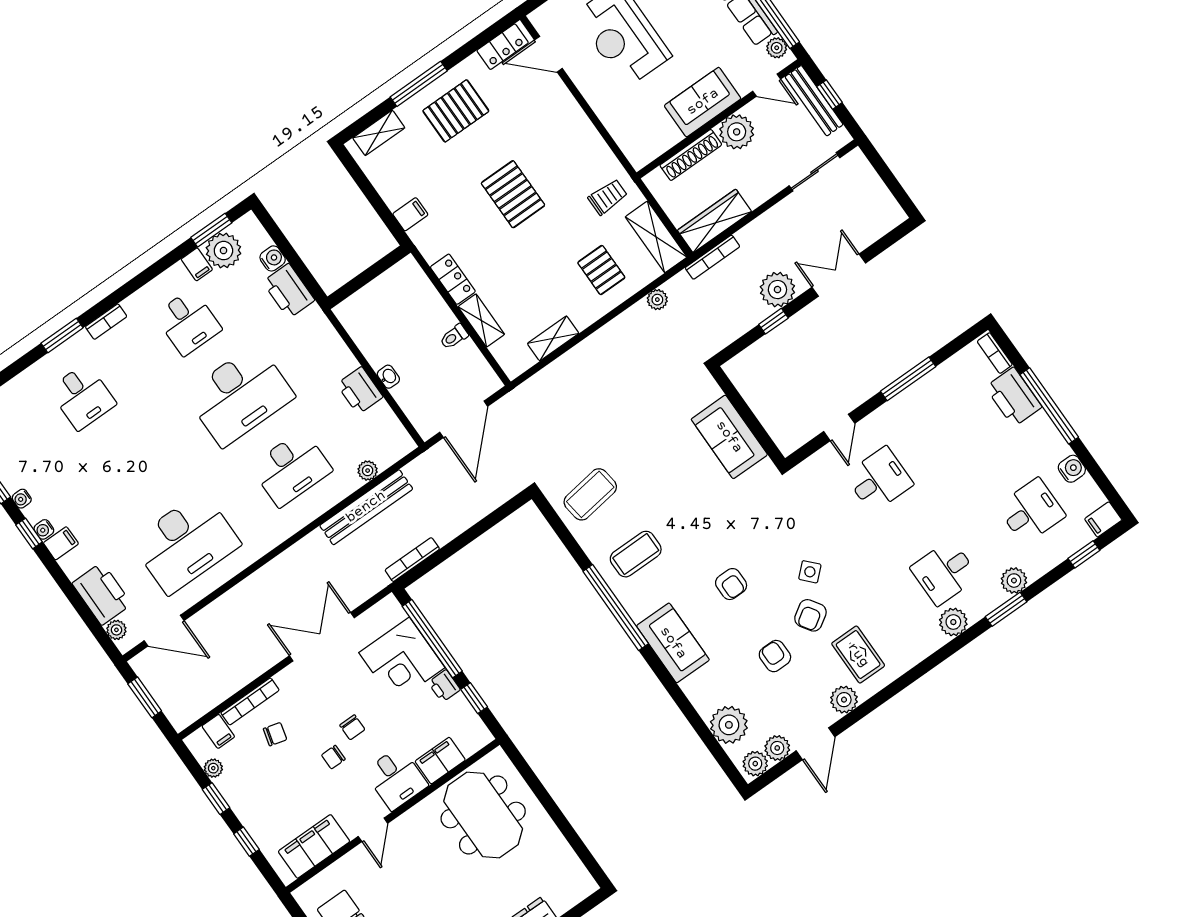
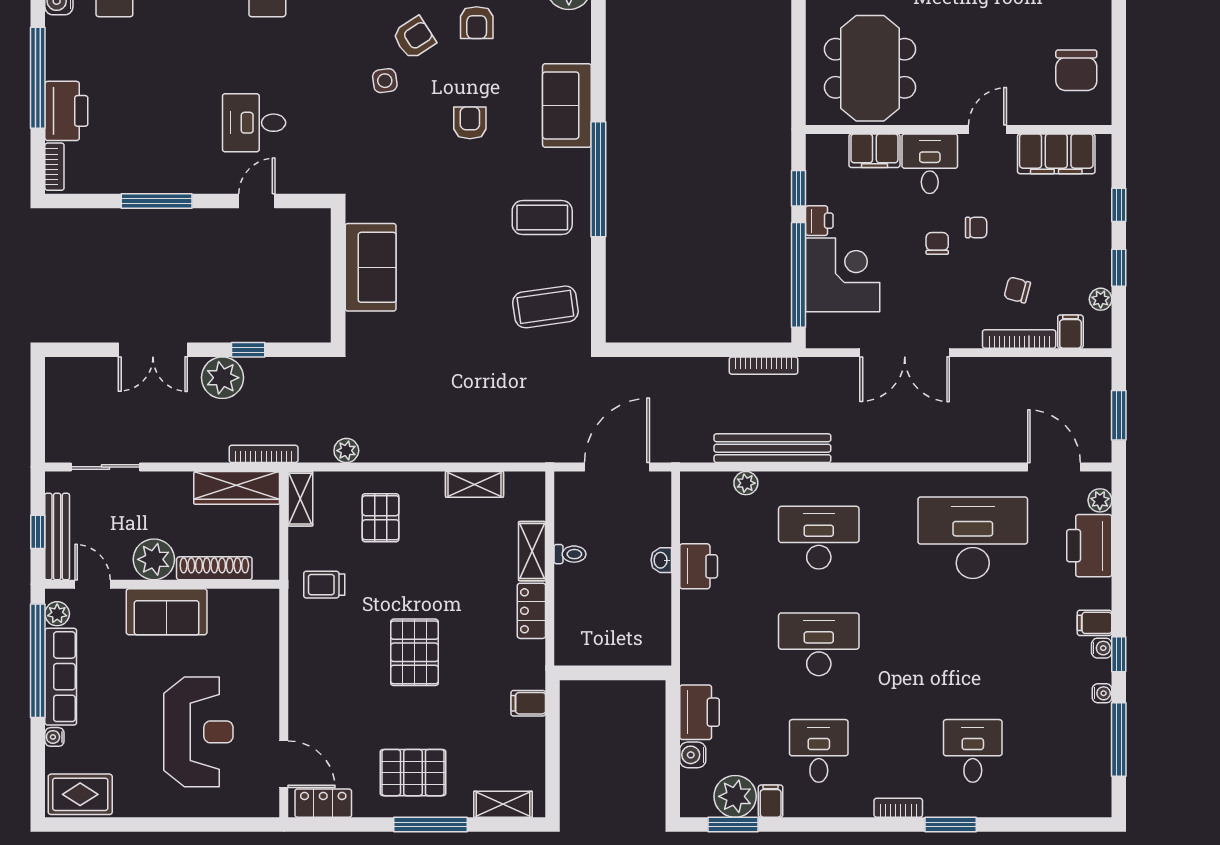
shelving: (656, 237) -> (300, 499), width x0.67, depth x0.75
desk: (240, 395) -> (819, 644), width x0.73, depth x0.77
side table: (810, 572) -> (385, 81), turned 35

